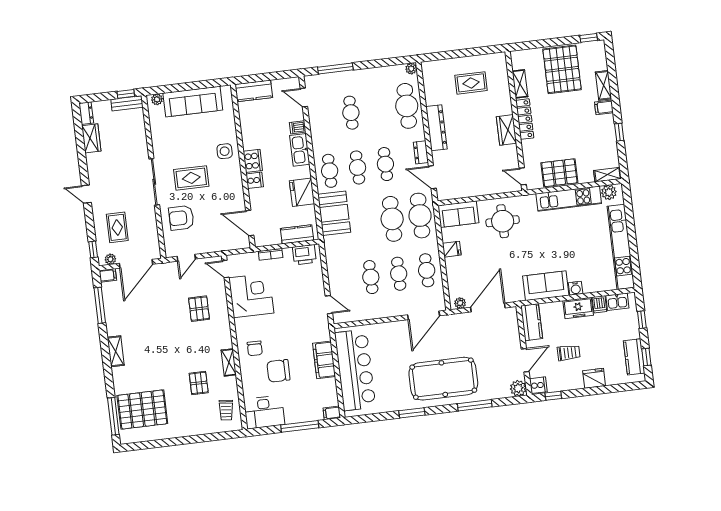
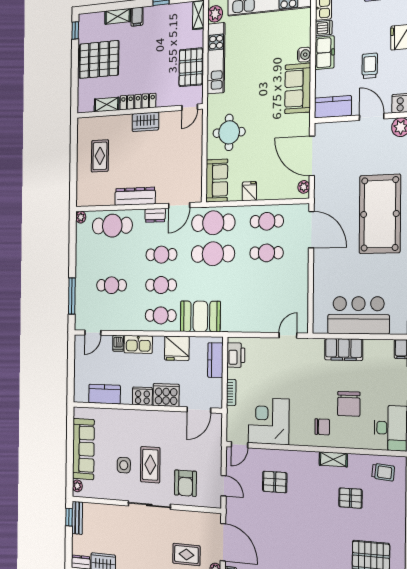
kitchen counter: (254, 91) -> (104, 394), moved, turned -90
side table: (225, 151) -> (124, 465), moved
cooker: (255, 180) -> (166, 395), width x1.87, depth x1.31
cafe table: (371, 277) -> (266, 285), removed
bar counter: (355, 370) -> (358, 315), width x0.73

